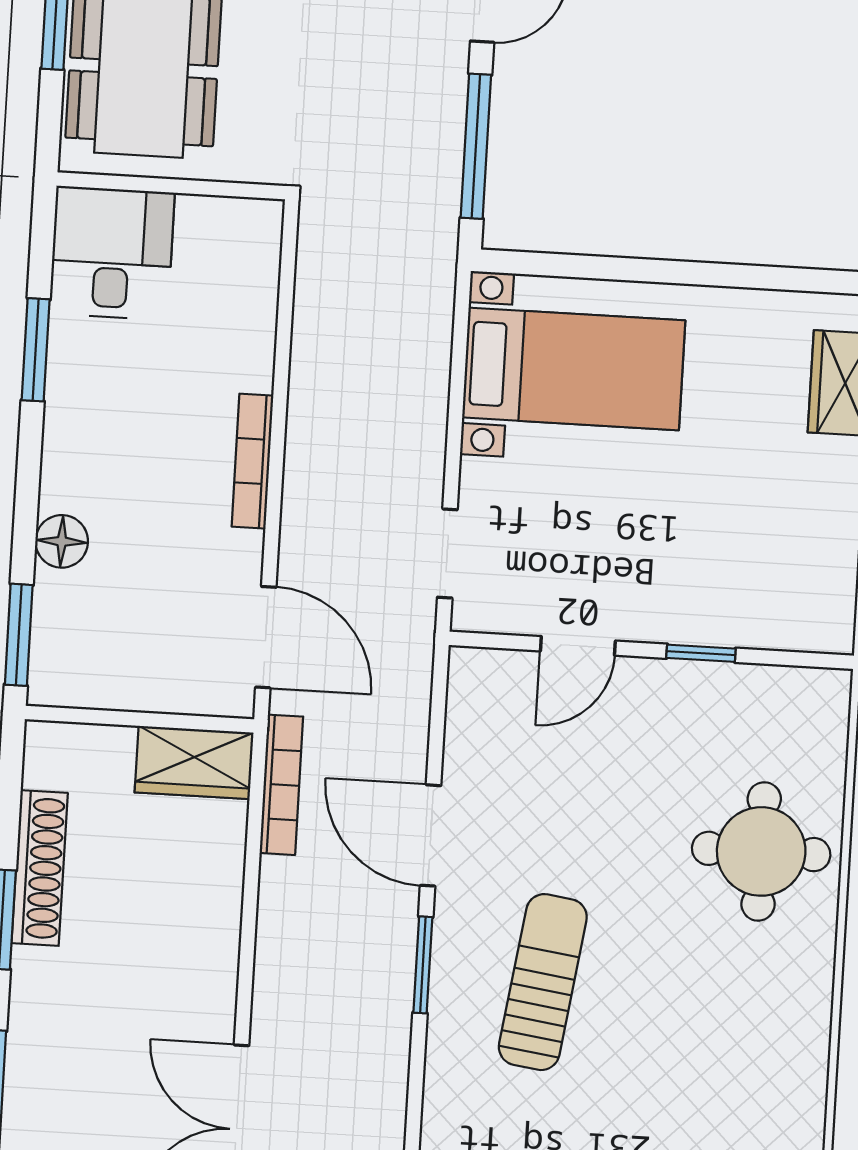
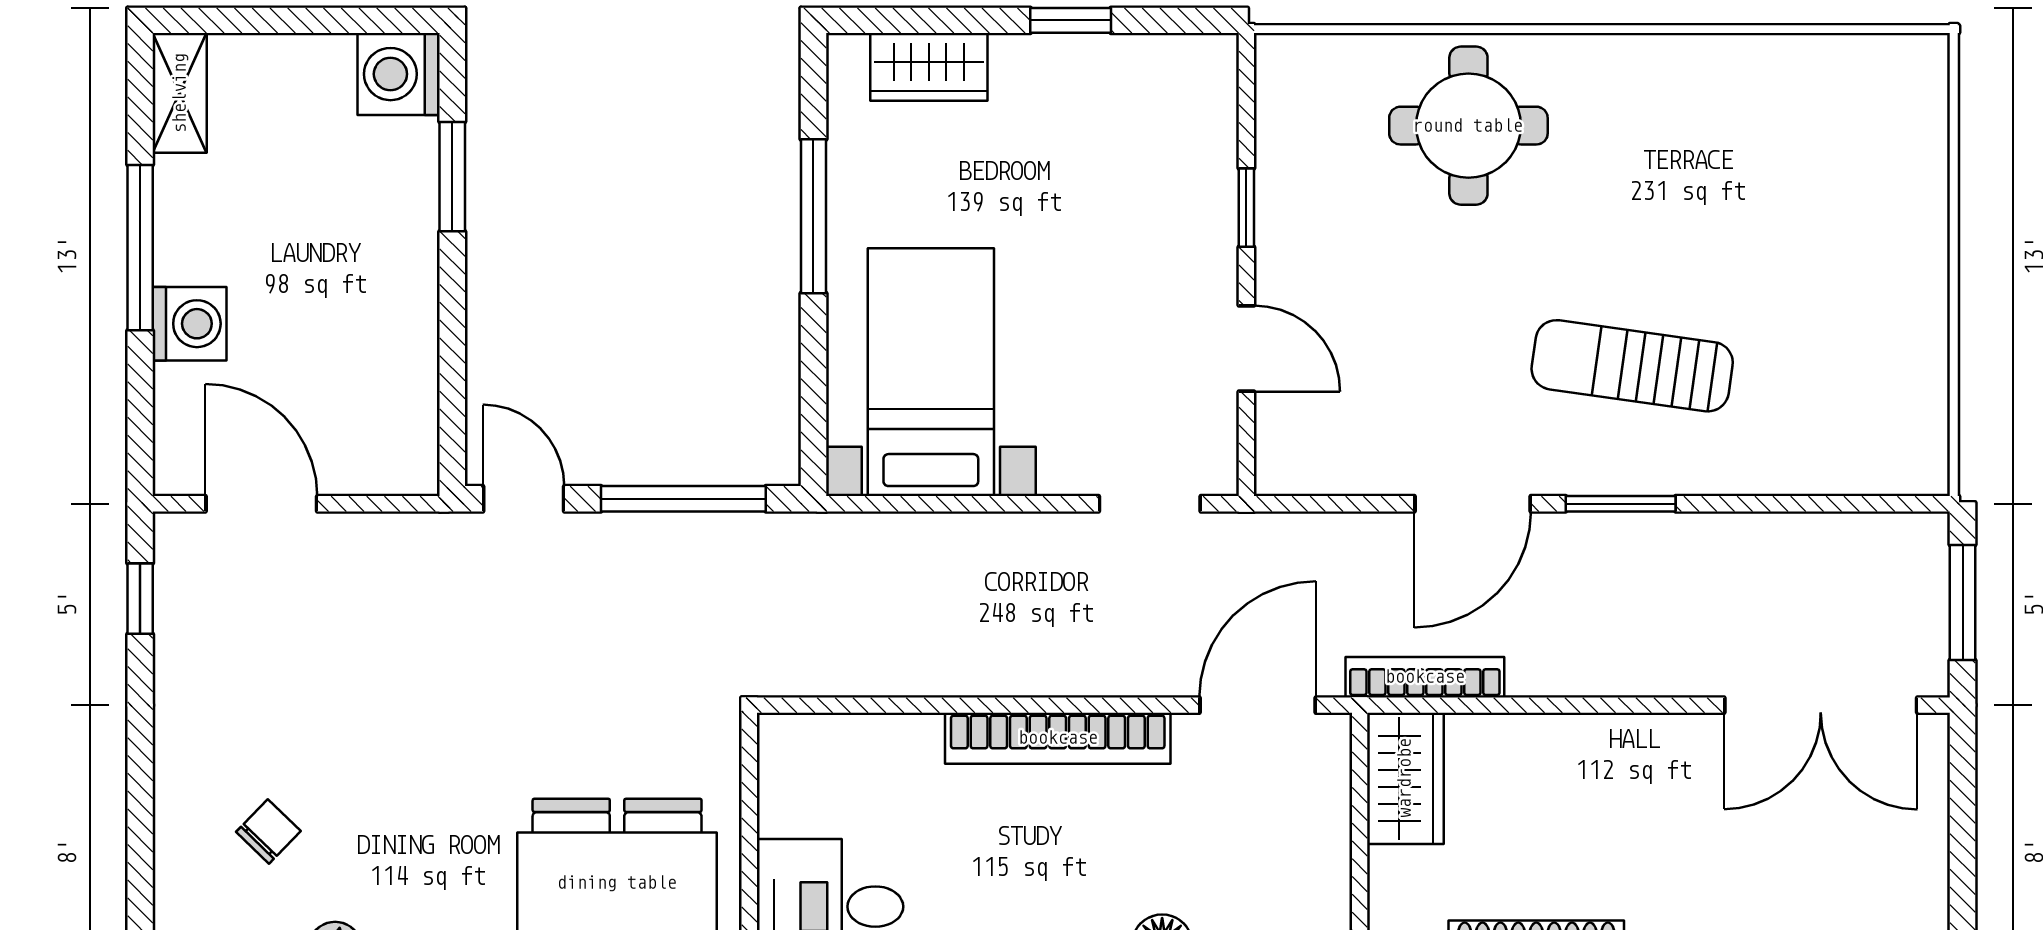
window: (716, 274) -> (813, 216), added
bookcase: (253, 461) -> (1058, 738), width x1.48, depth x1.31

